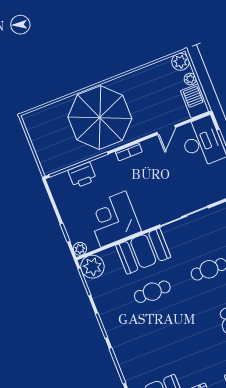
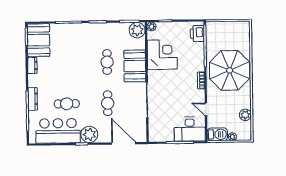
plant: (180, 62) -> (245, 115), moved
printer: (82, 175) -> (197, 34), moved

